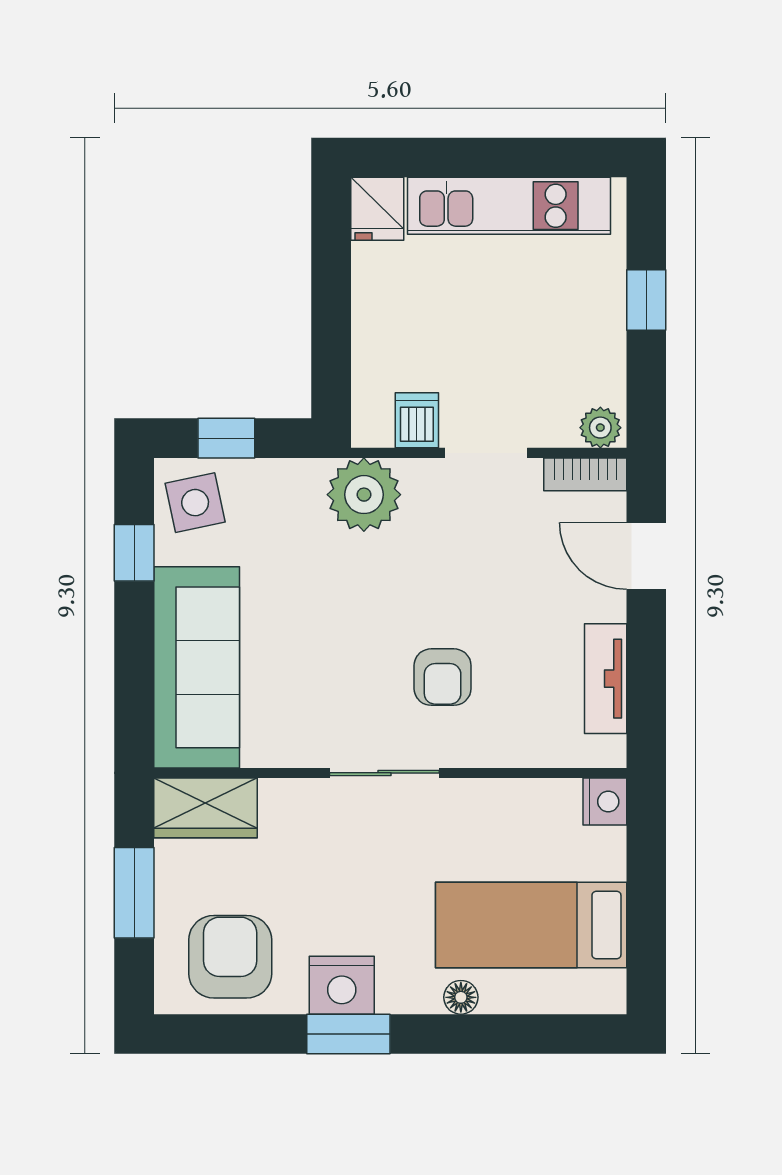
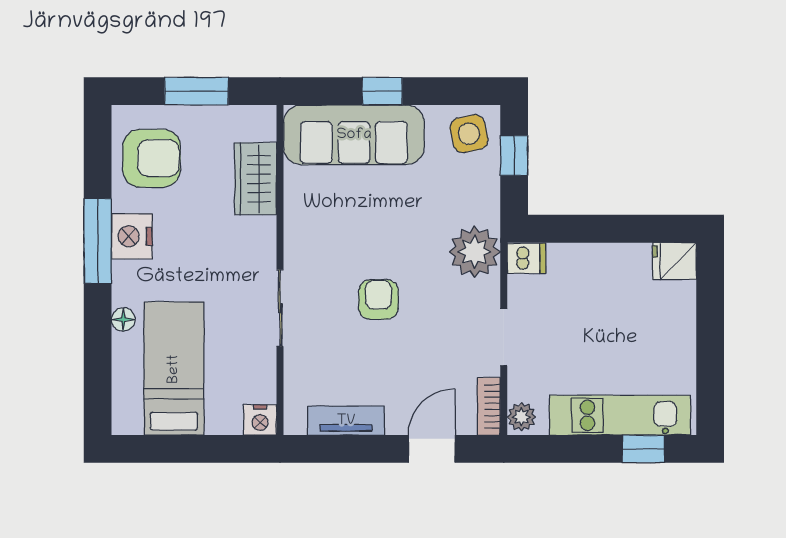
kitchen unit: (509, 206) -> (620, 415), moved, turned 90
window: (646, 300) -> (643, 449), moved
dishwasher: (417, 420) -> (526, 258), moved
window: (134, 553) -> (382, 91), moved
armchair: (443, 677) -> (378, 300), moved, turned 90
sliding door: (384, 773) -> (280, 308), moved
wardrobe: (205, 808) -> (256, 179), moved
window: (348, 1034) -> (98, 241), width x1.44

